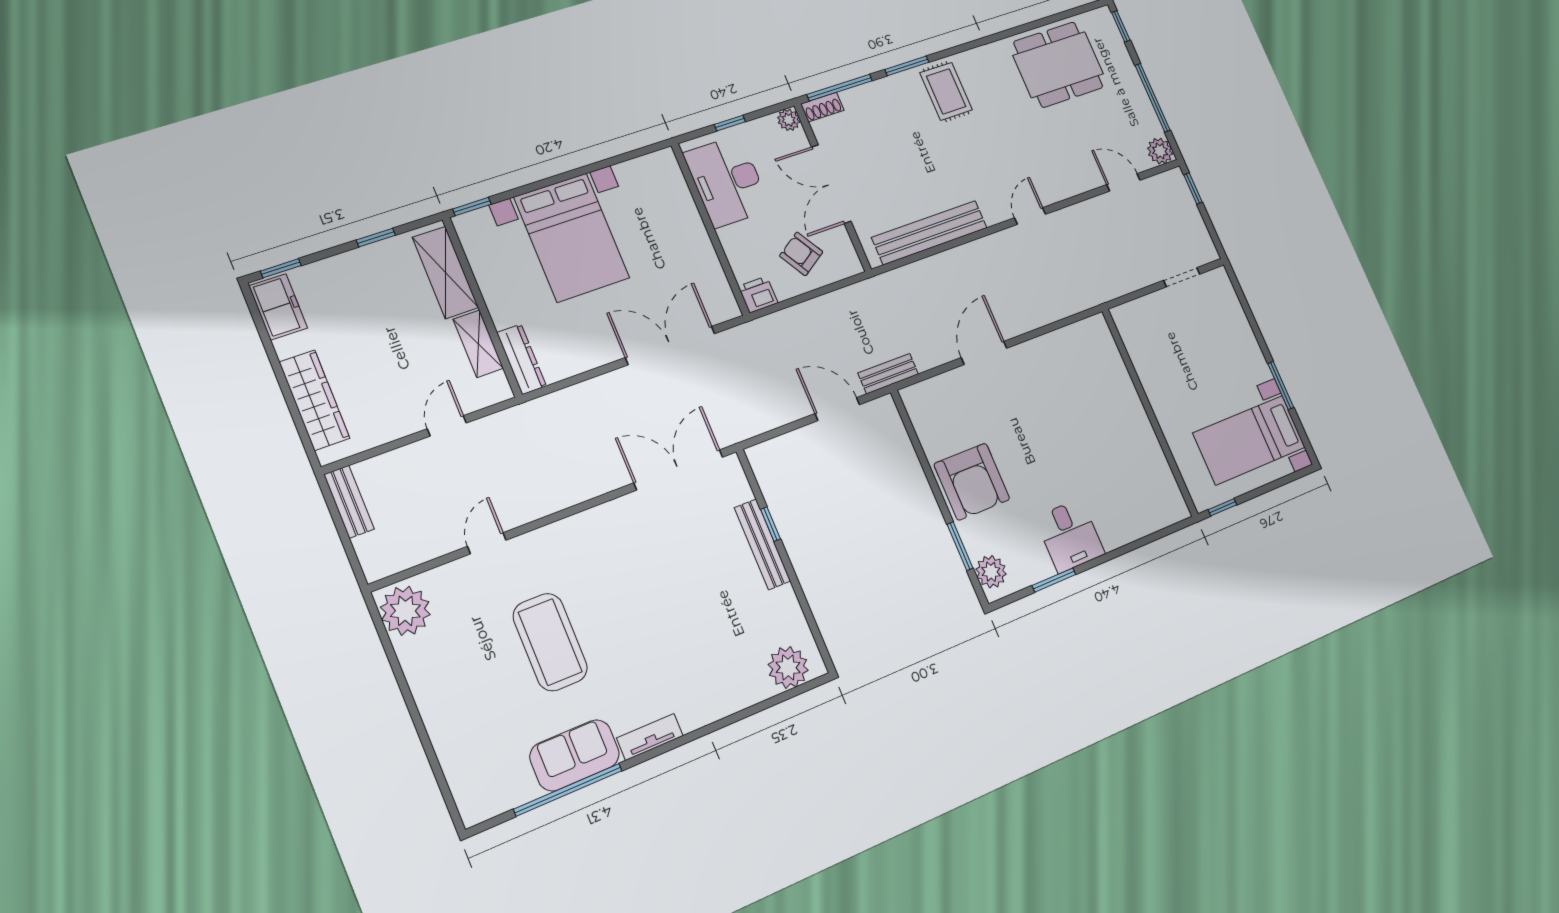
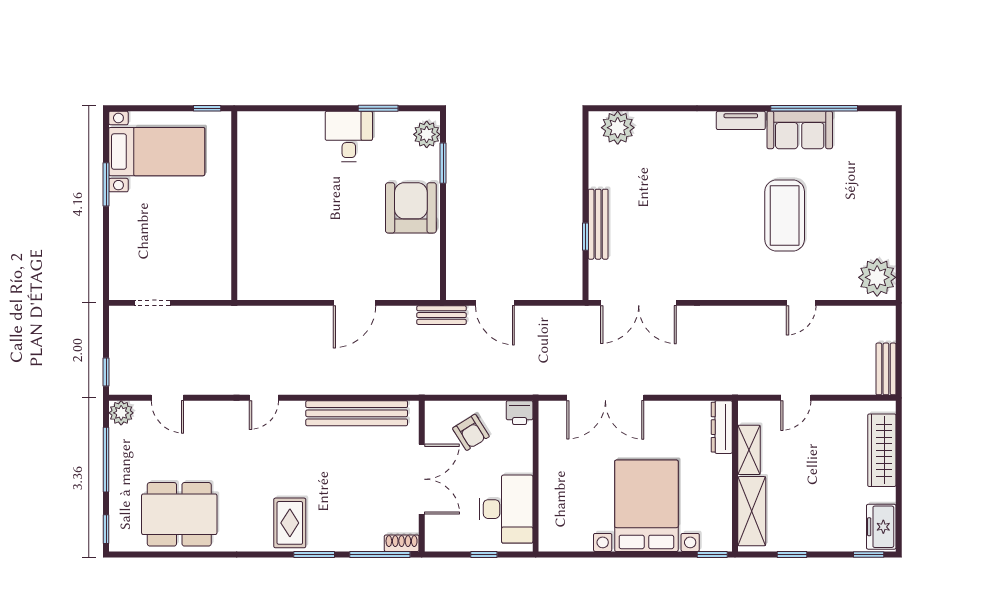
plant: (789, 120) -> (434, 542), removed

